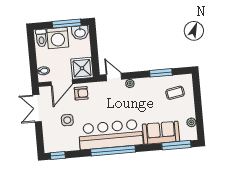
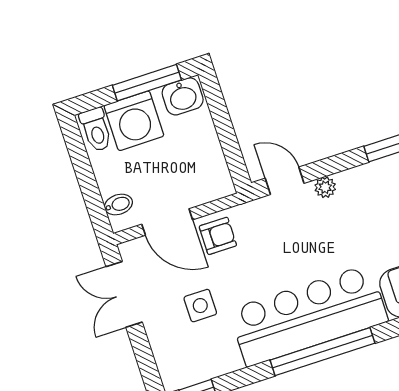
shower: (82, 68) -> (206, 178), removed
door: (62, 83) -> (167, 222), hinge flipped

